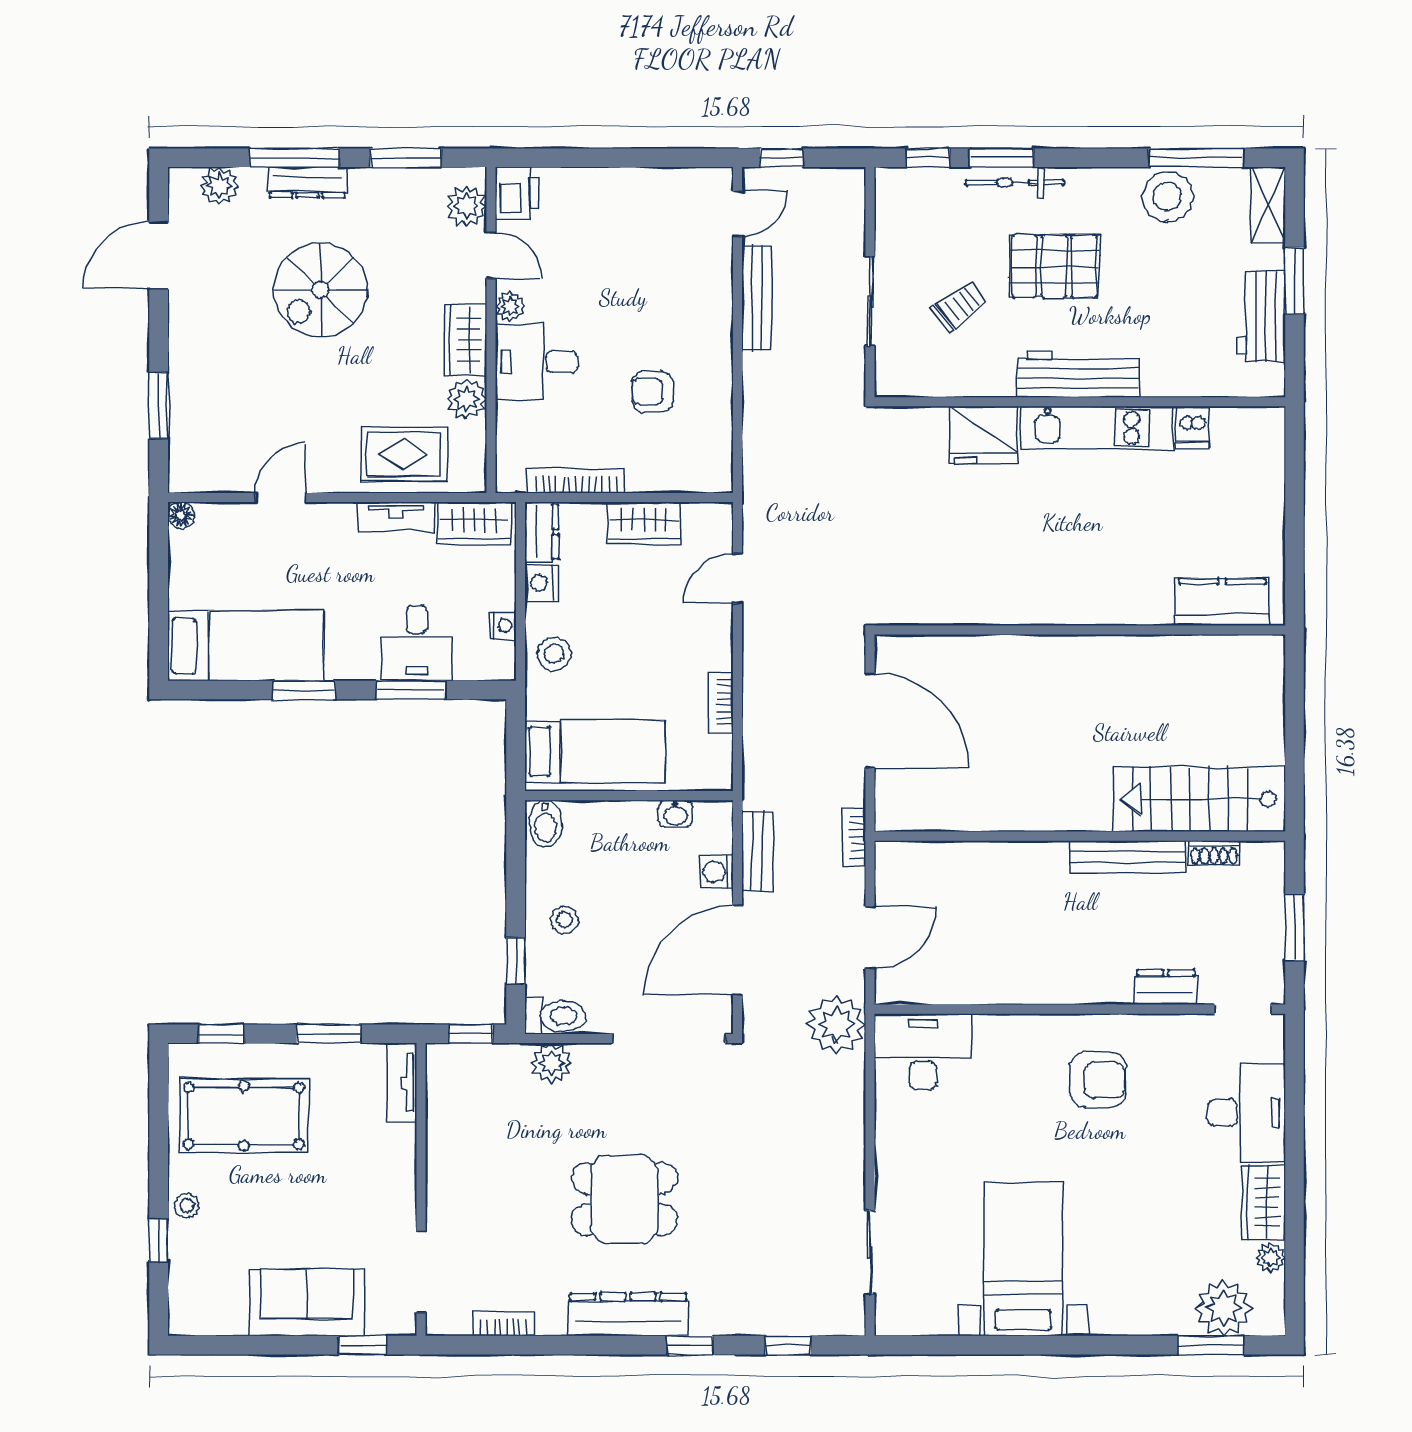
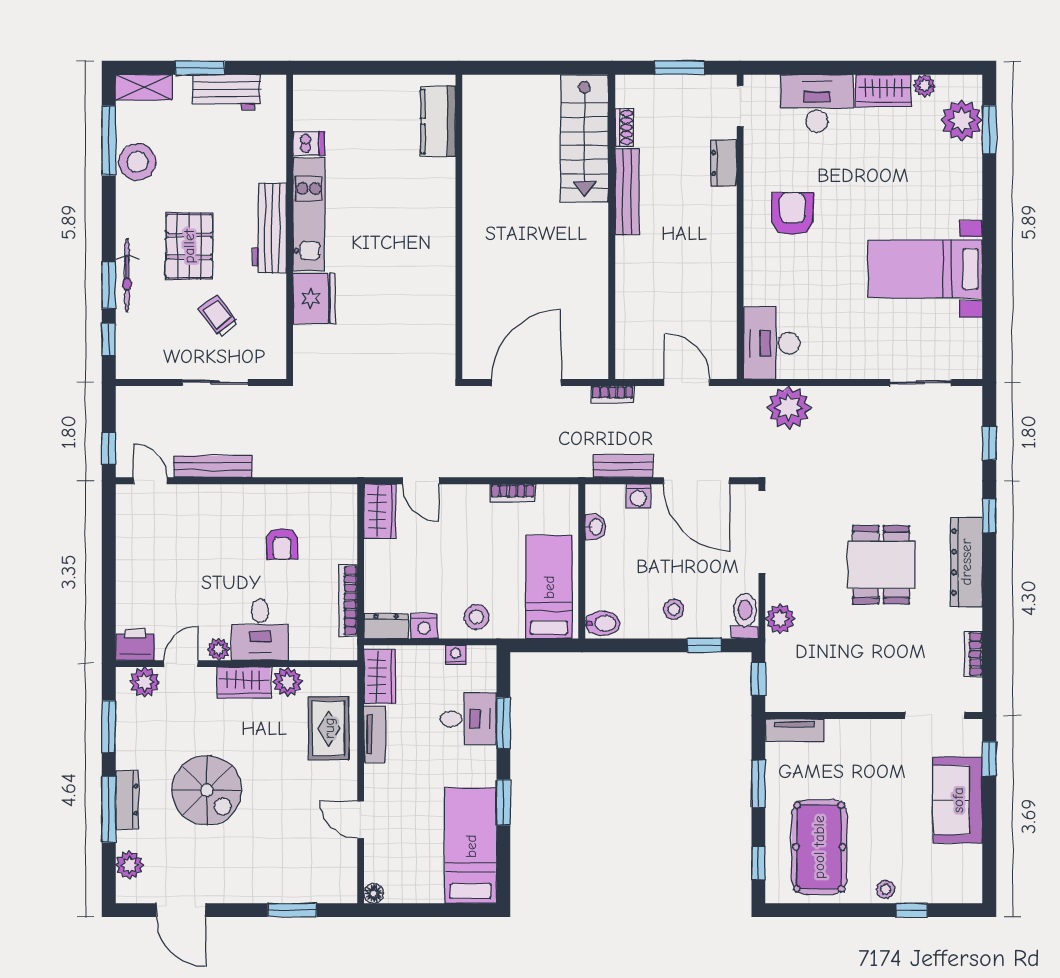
wardrobe: (644, 523) -> (380, 511), moved
plant: (836, 1025) -> (789, 407), moved

